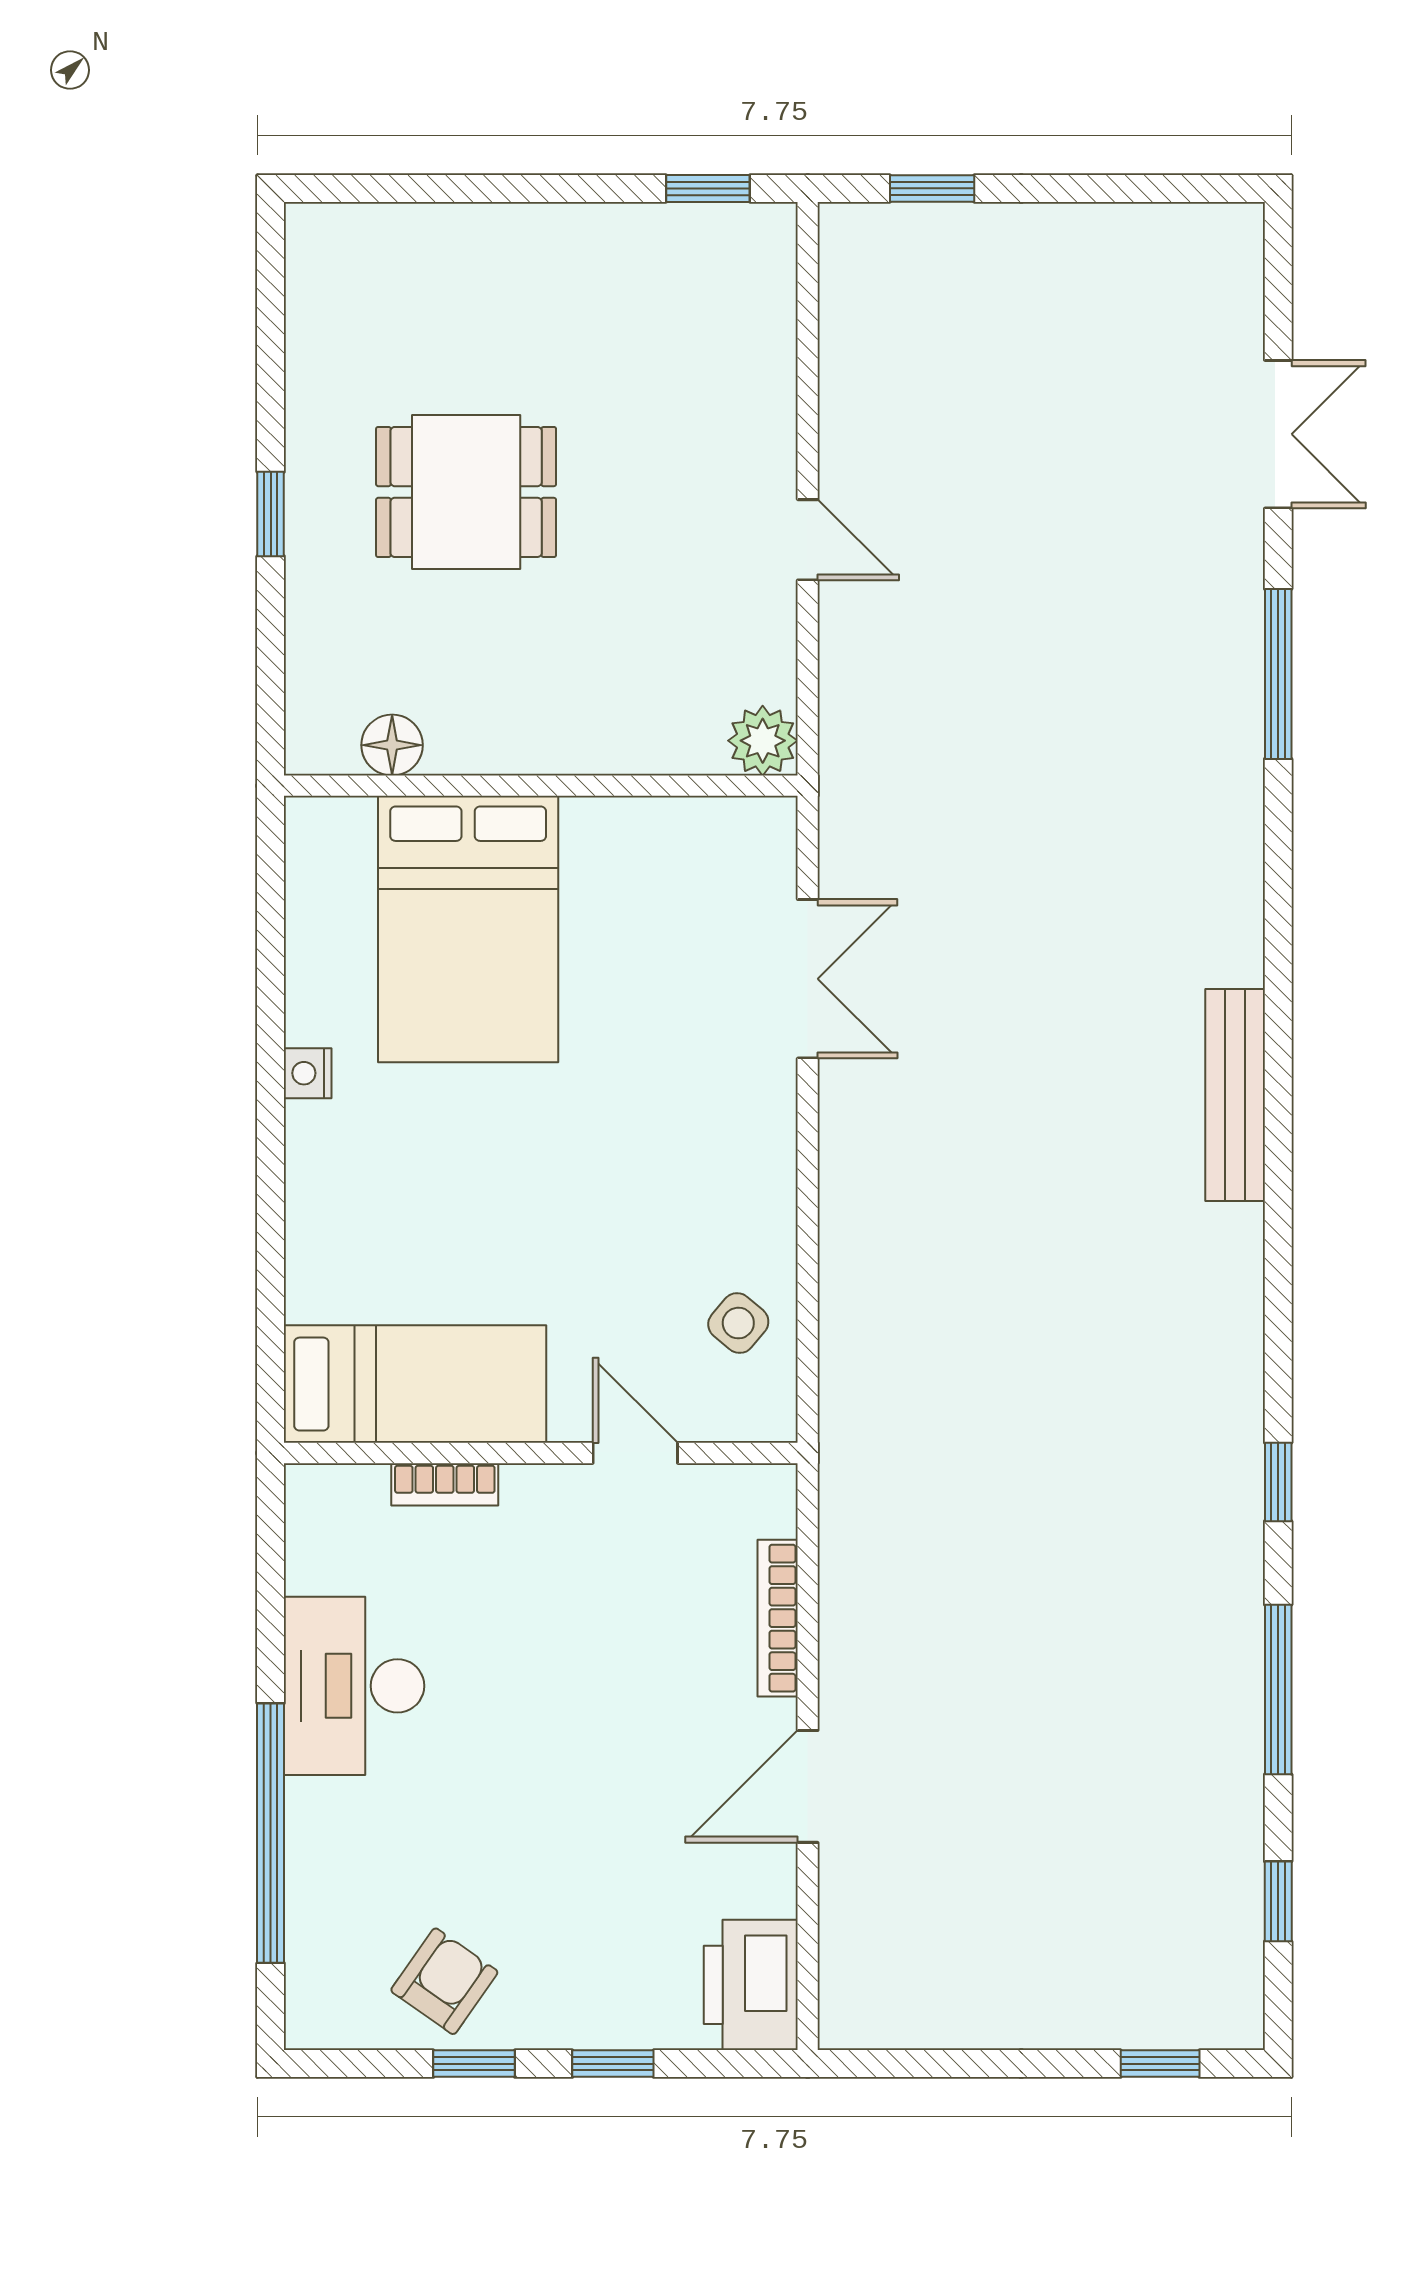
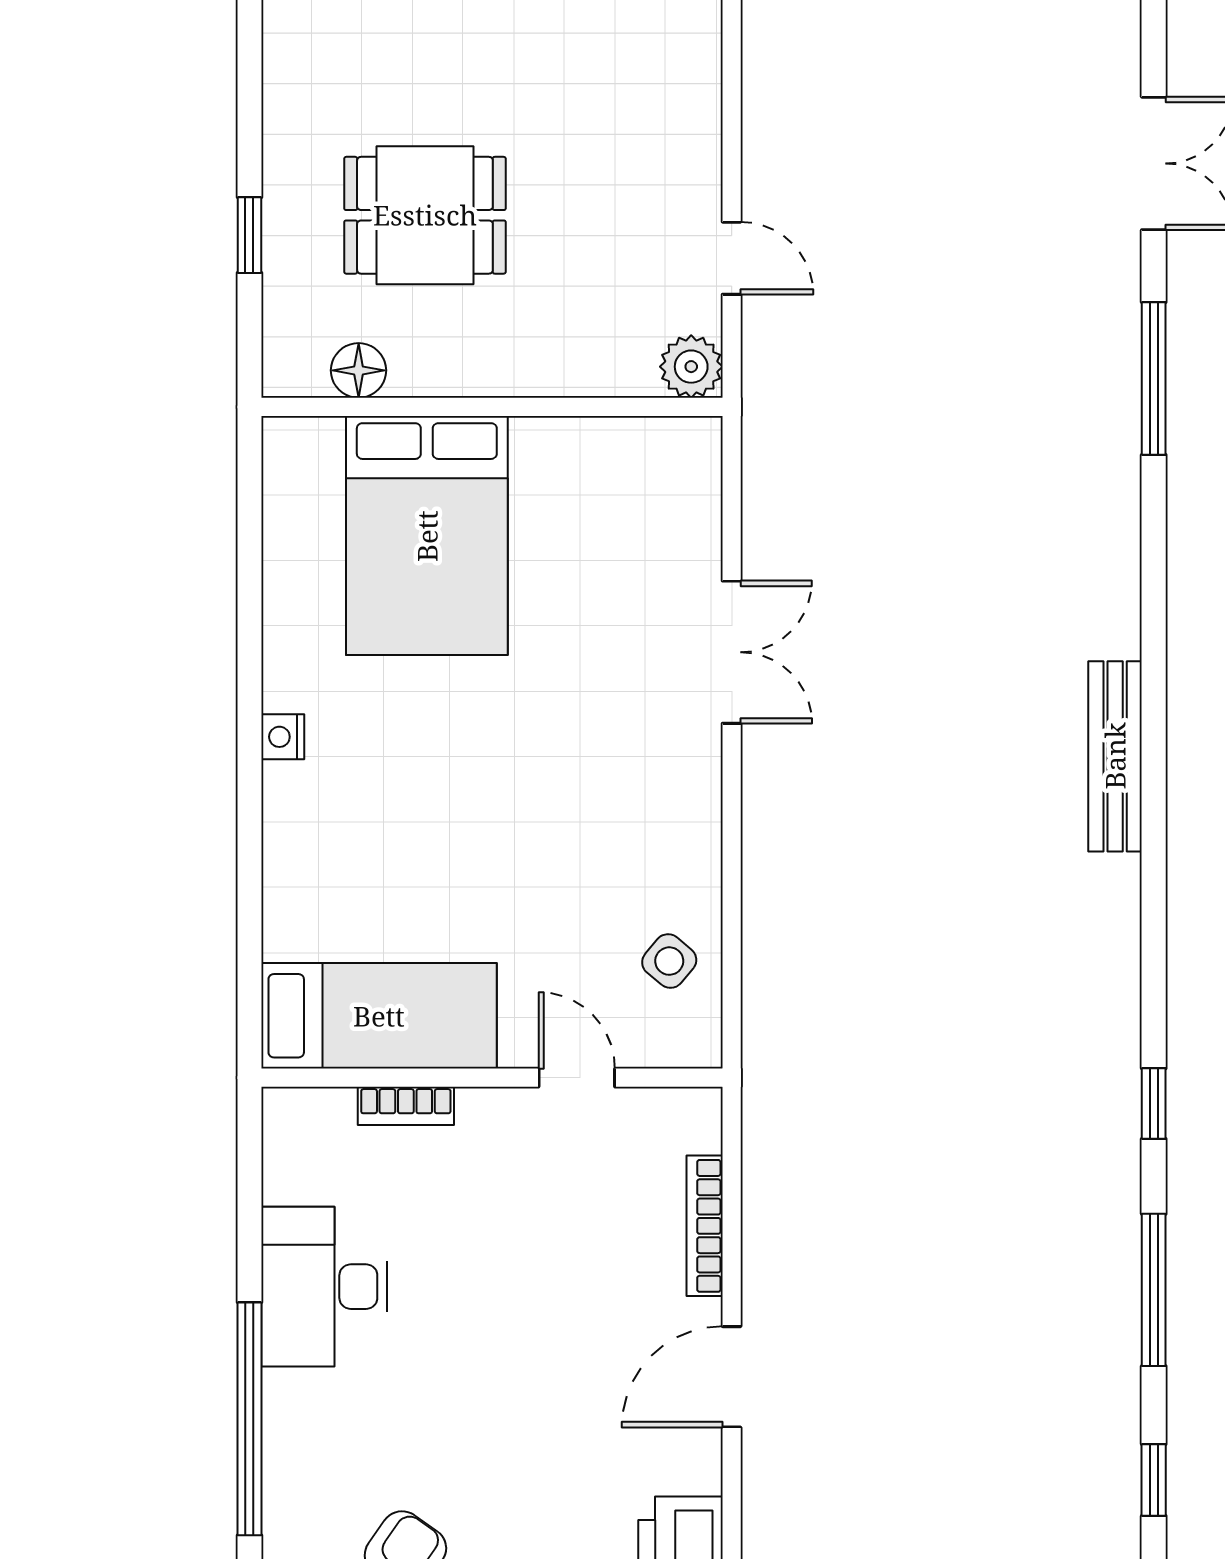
plant: (763, 741) -> (691, 367), moved
floor lamp: (392, 745) -> (359, 370), moved
wall: (541, 786) -> (492, 407), moved
bed: (468, 929) -> (427, 536), moved

